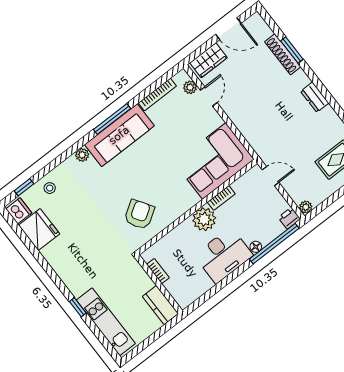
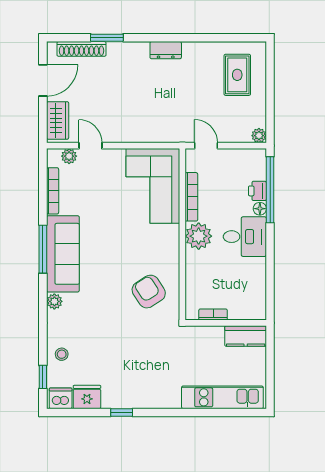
shoe rack: (283, 54) -> (82, 49), moved
door: (270, 176) -> (206, 146), hinge flipped
bookcase: (221, 198) -> (191, 197), width x1.56
printer: (289, 218) -> (257, 191), moved
fridge: (39, 230) -> (87, 397), width x0.73, depth x0.75
desk: (223, 255) -> (245, 237), width x0.73
window: (78, 307) -> (122, 412), moved

